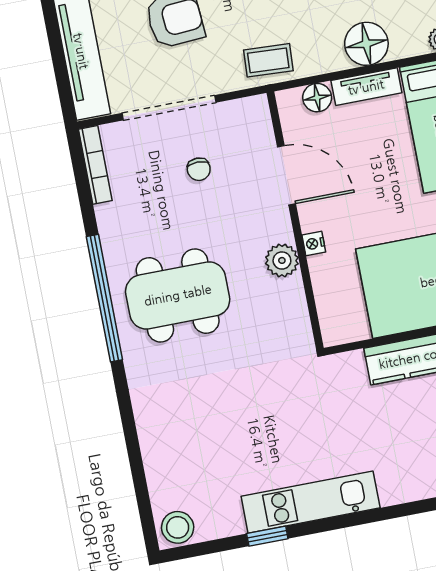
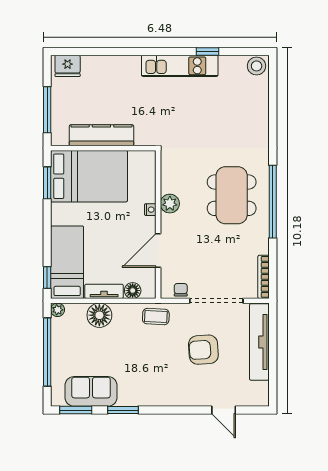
chair: (199, 169) -> (181, 290), moved
door: (286, 175) -> (158, 251), hinge flipped
dining table: (178, 295) -> (232, 195), turned 90

